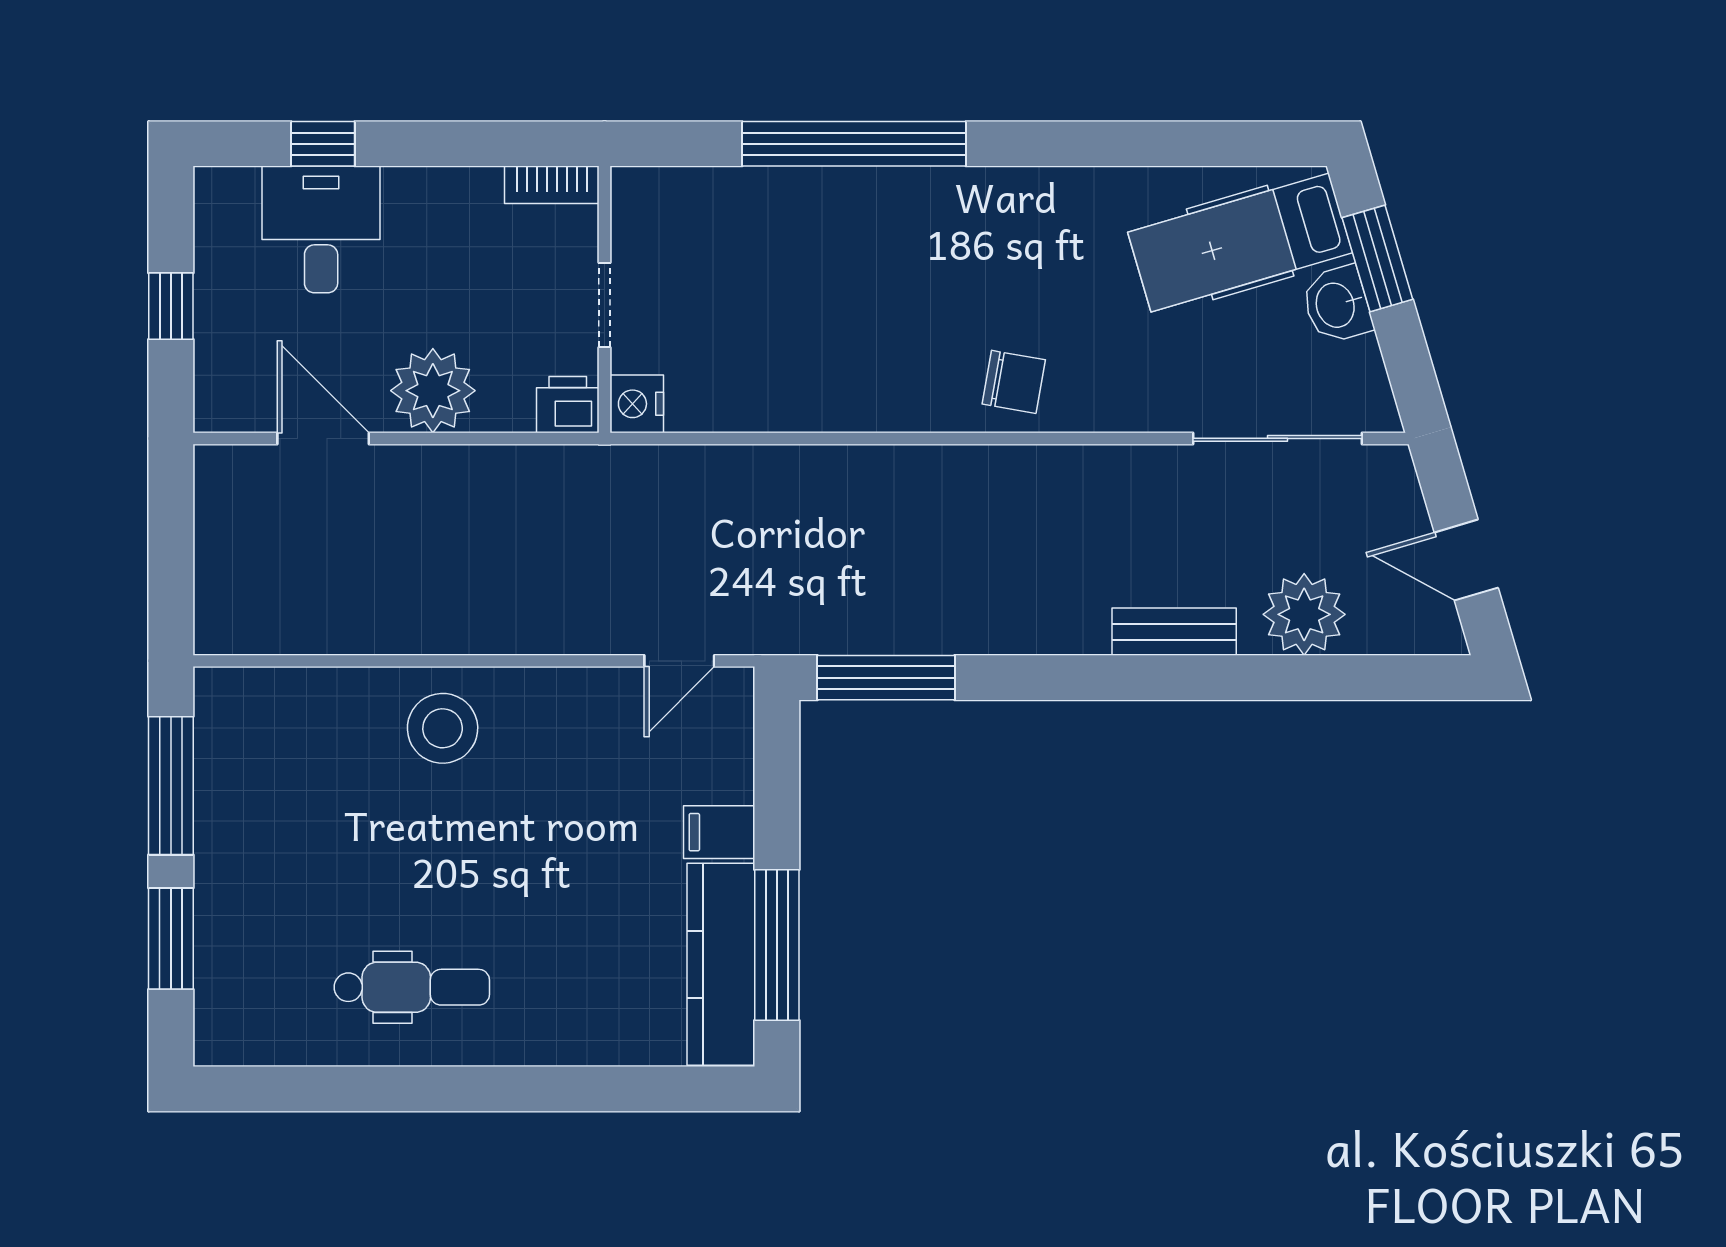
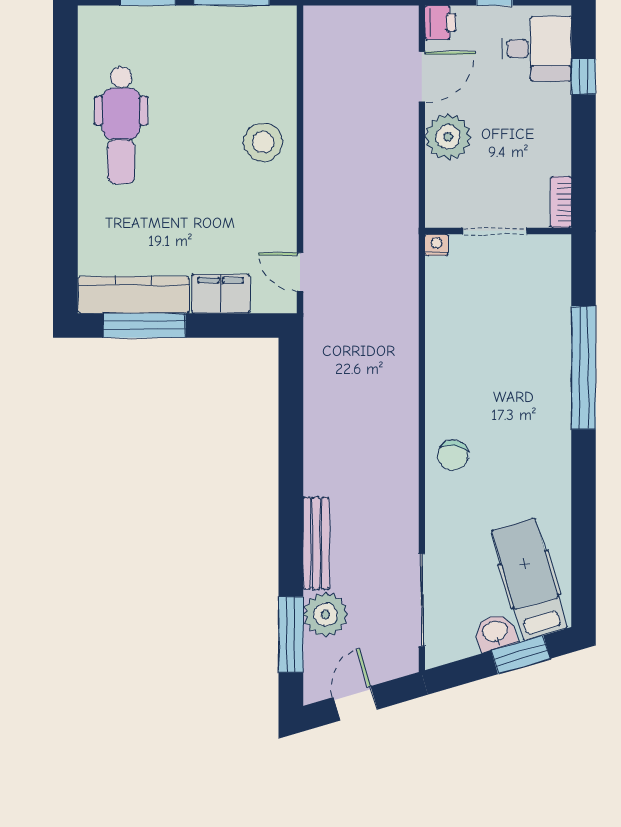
desk: (321, 229) -> (537, 49), moved
doorway: (604, 305) -> (495, 231), width x1.38
nightstand: (637, 404) -> (436, 245), width x0.72, depth x0.74
printer: (568, 405) -> (440, 22), moved
bench: (1174, 632) -> (316, 543), width x1.36
window: (886, 678) -> (291, 635), moved
filing cabinet: (719, 832) -> (221, 294), width x2.00
dental chair: (412, 987) -> (121, 125), width x1.36, depth x1.38

